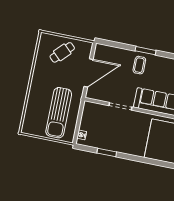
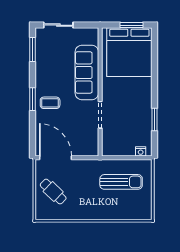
door: (88, 73) -> (55, 158), moved
sun lounger: (59, 113) -> (121, 182), width x0.73, depth x0.75

